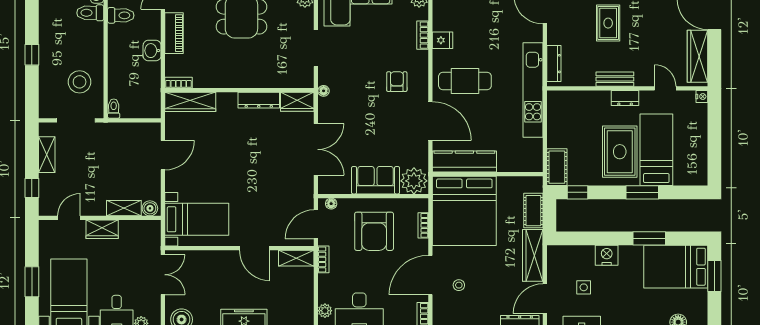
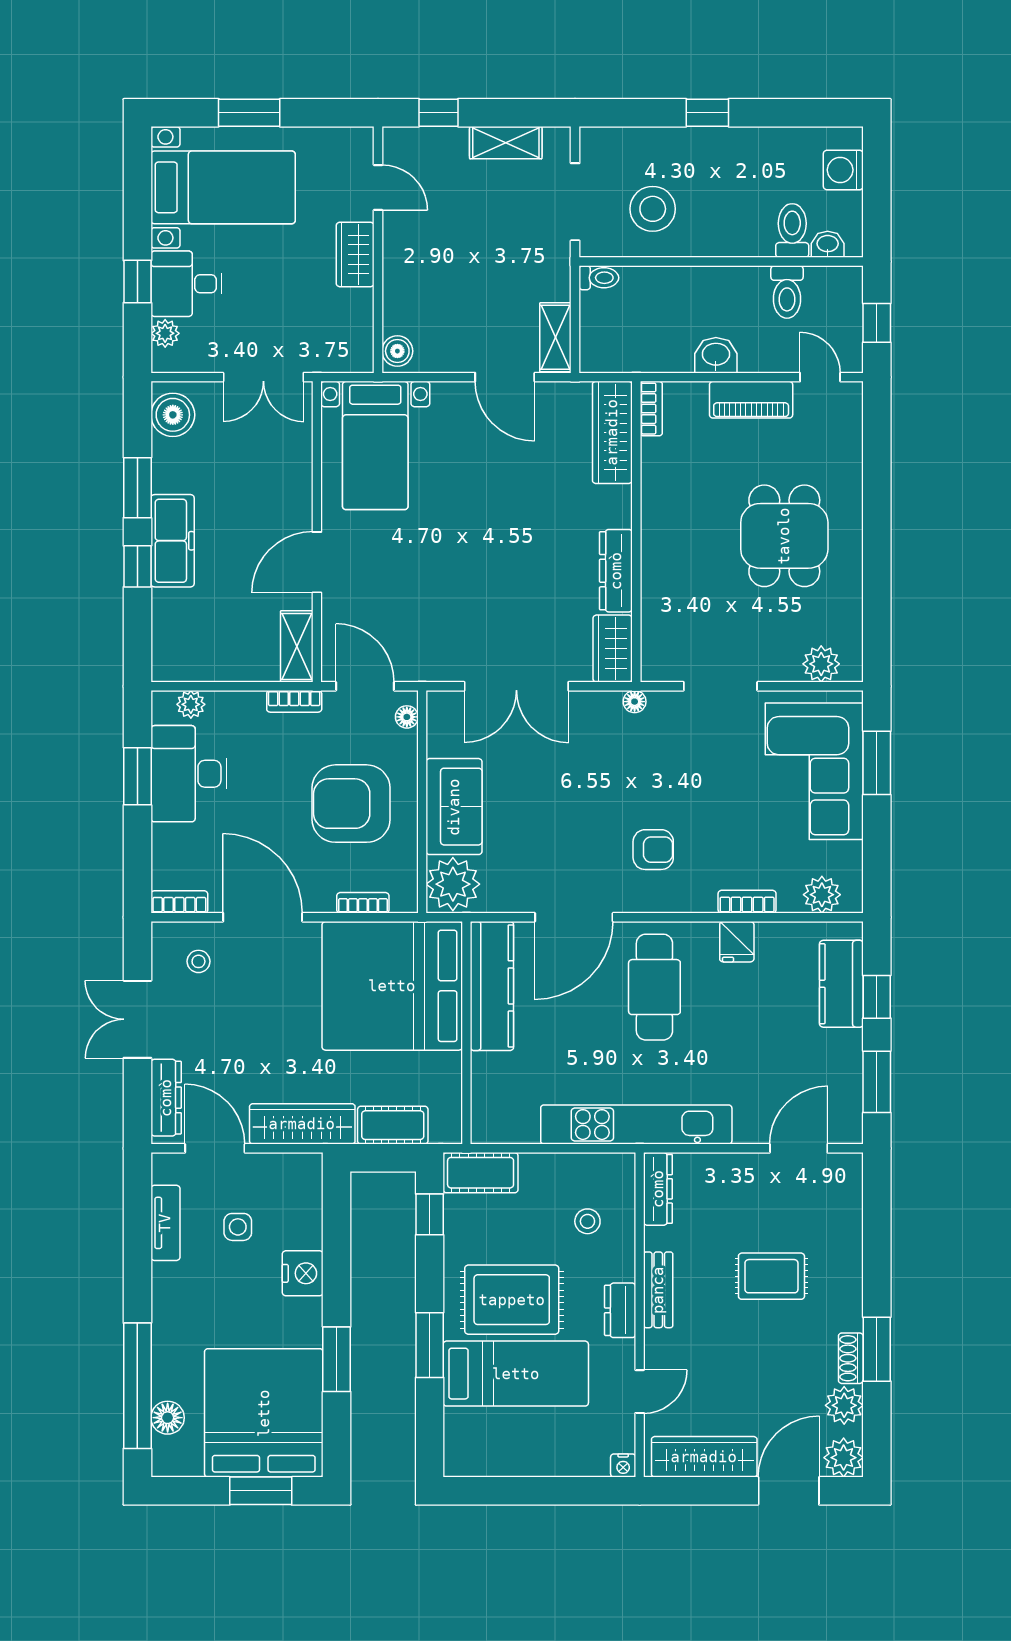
dresser: (554, 64) -> (658, 1189), moved, turned -90
stool: (581, 114) -> (587, 1221), added
shelving: (124, 208) -> (555, 337), moved
bed: (676, 267) -> (264, 1413), width x1.36
stool: (459, 285) -> (198, 961), moved

